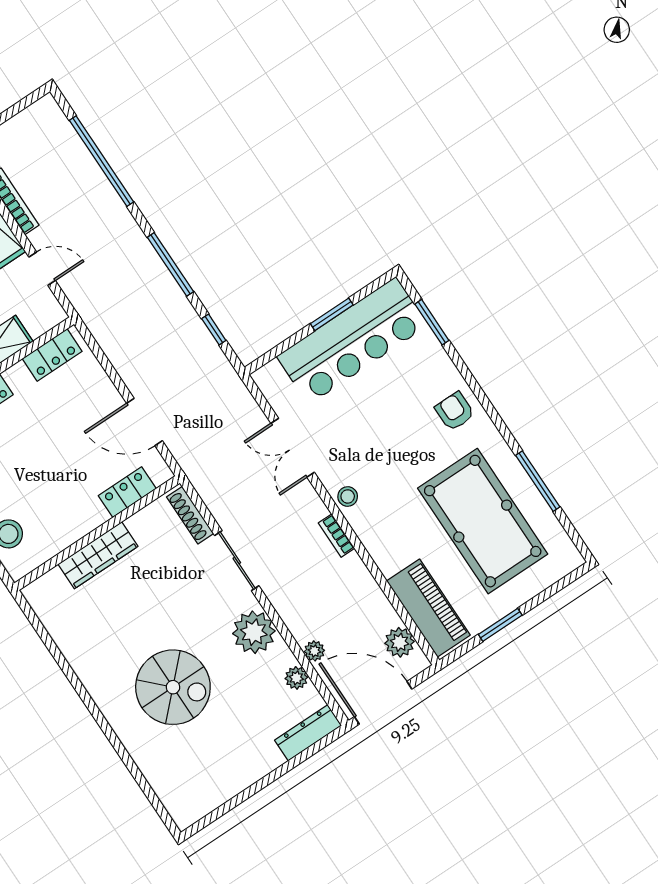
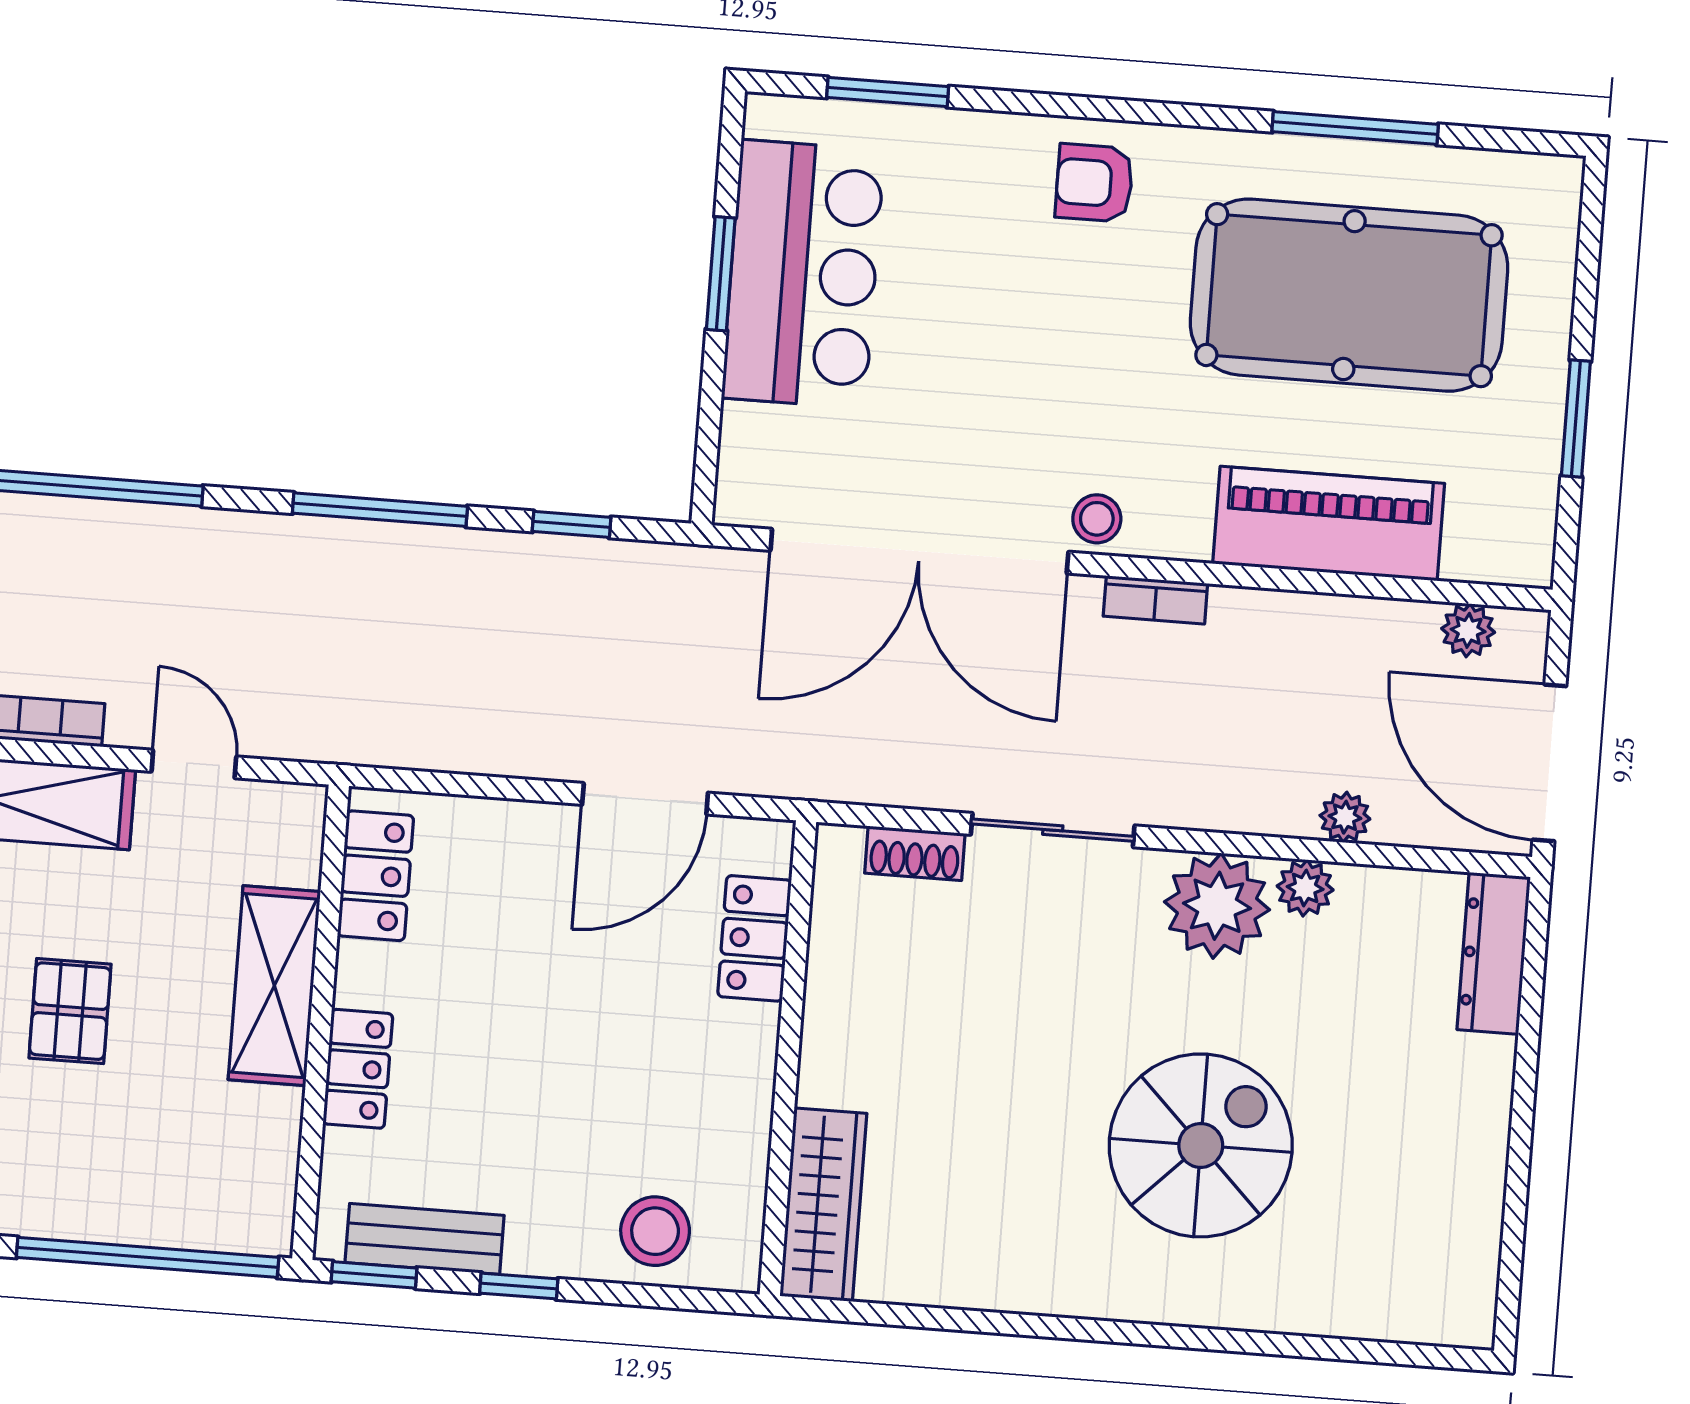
door: (42, 269) -> (194, 764), hinge flipped
bar counter: (352, 341) -> (803, 274), width x0.73
double door: (293, 448) -> (919, 551), width x1.87
shoe rack: (190, 515) -> (915, 853), width x0.70
wardrobe: (98, 555) -> (823, 1205), moved
piano: (428, 608) -> (1329, 524), moved
plant: (400, 642) -> (1468, 630), width x0.73, depth x0.73
plant: (296, 678) -> (1305, 888), moved
door: (383, 703) -> (1549, 763), hinge flipped

